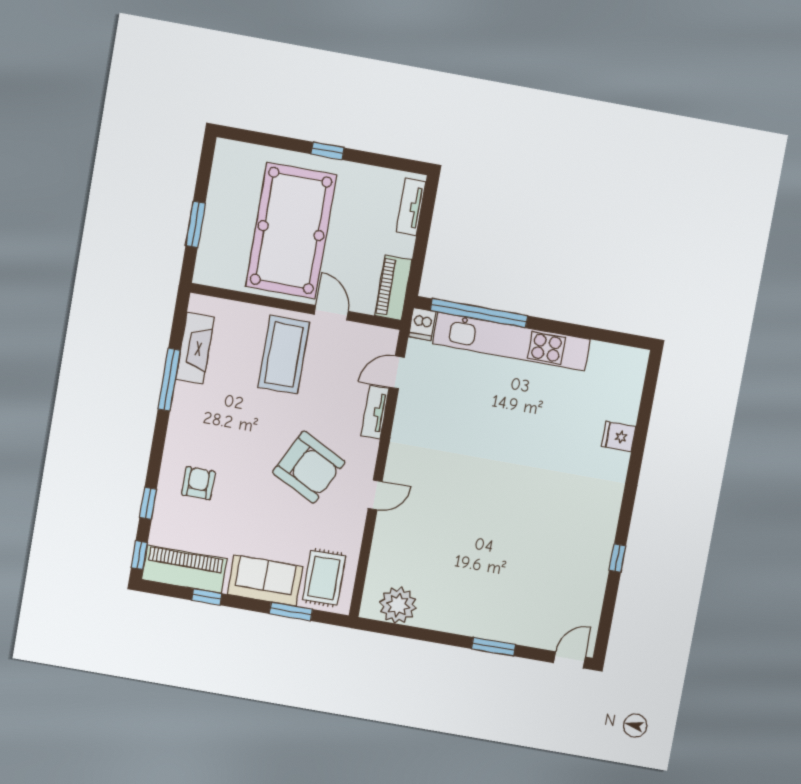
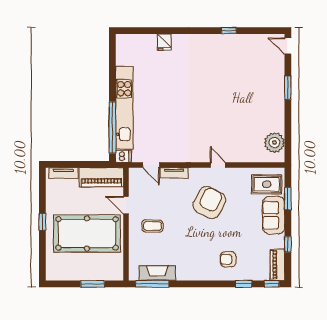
piano: (393, 288) -> (101, 177), width x1.37, depth x1.33
door: (331, 313) -> (126, 205), hinge flipped
coffee table: (284, 355) -> (152, 226), width x0.54, depth x0.58
window: (169, 380) -> (152, 284), moved
piano: (184, 569) -> (277, 265), width x0.73, depth x0.75

